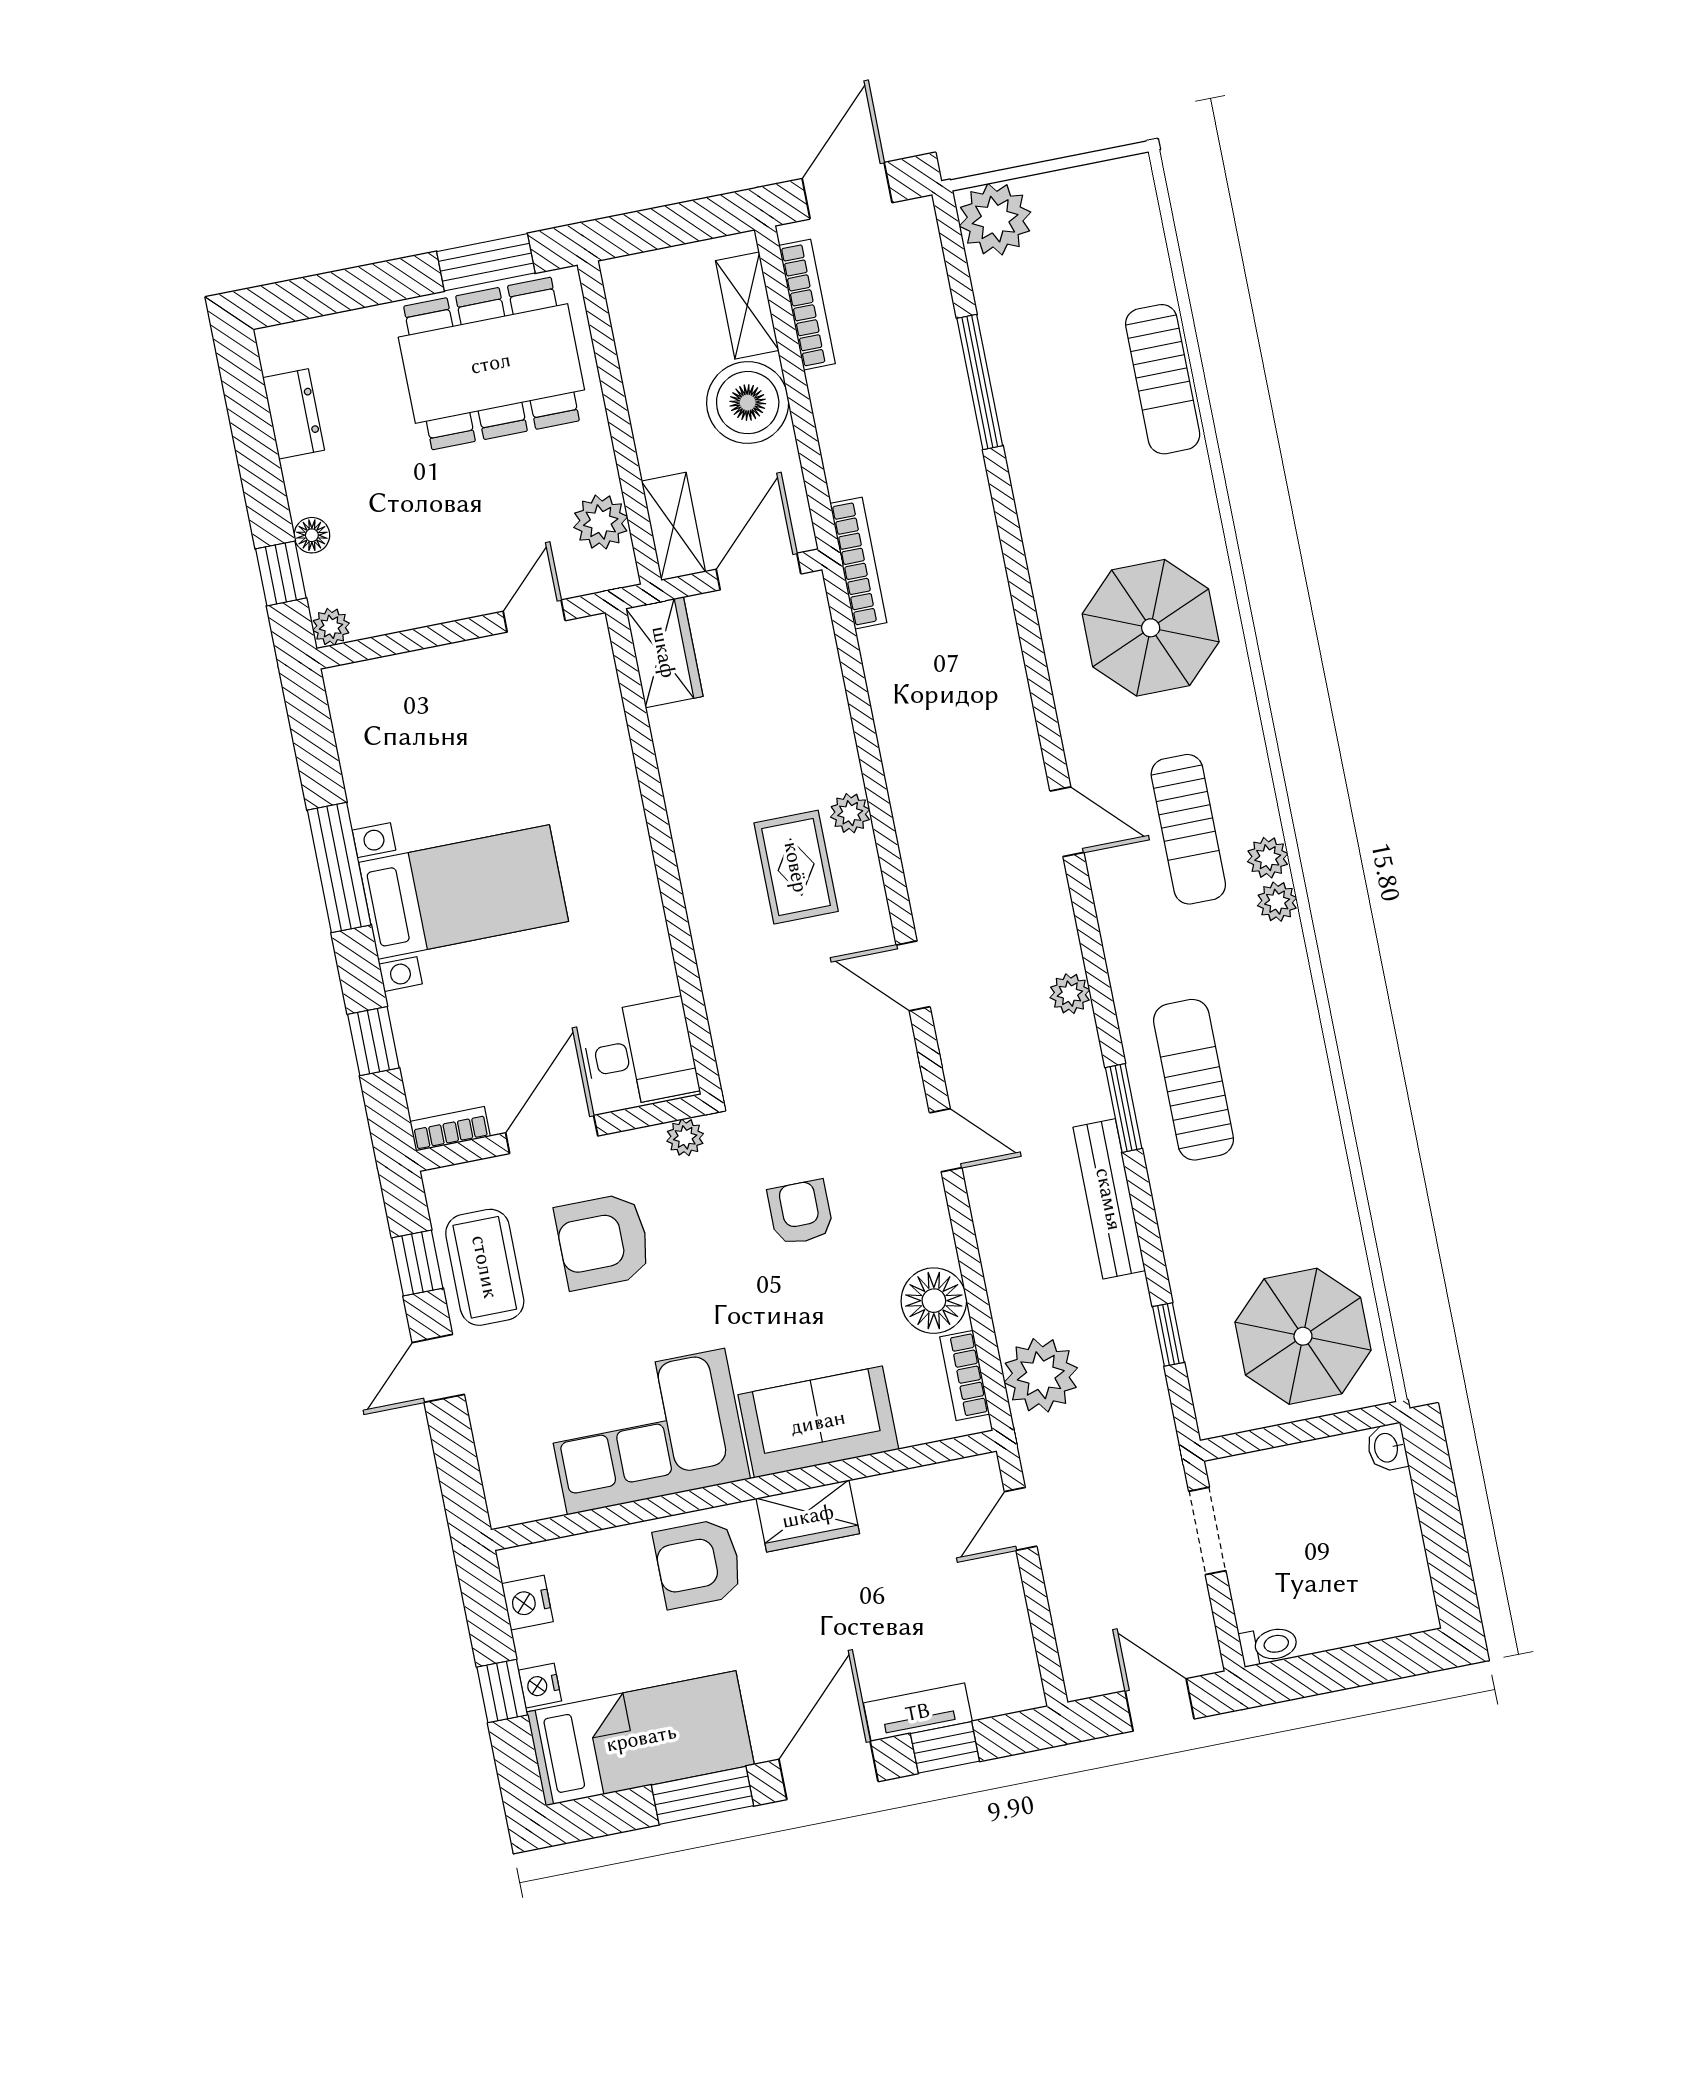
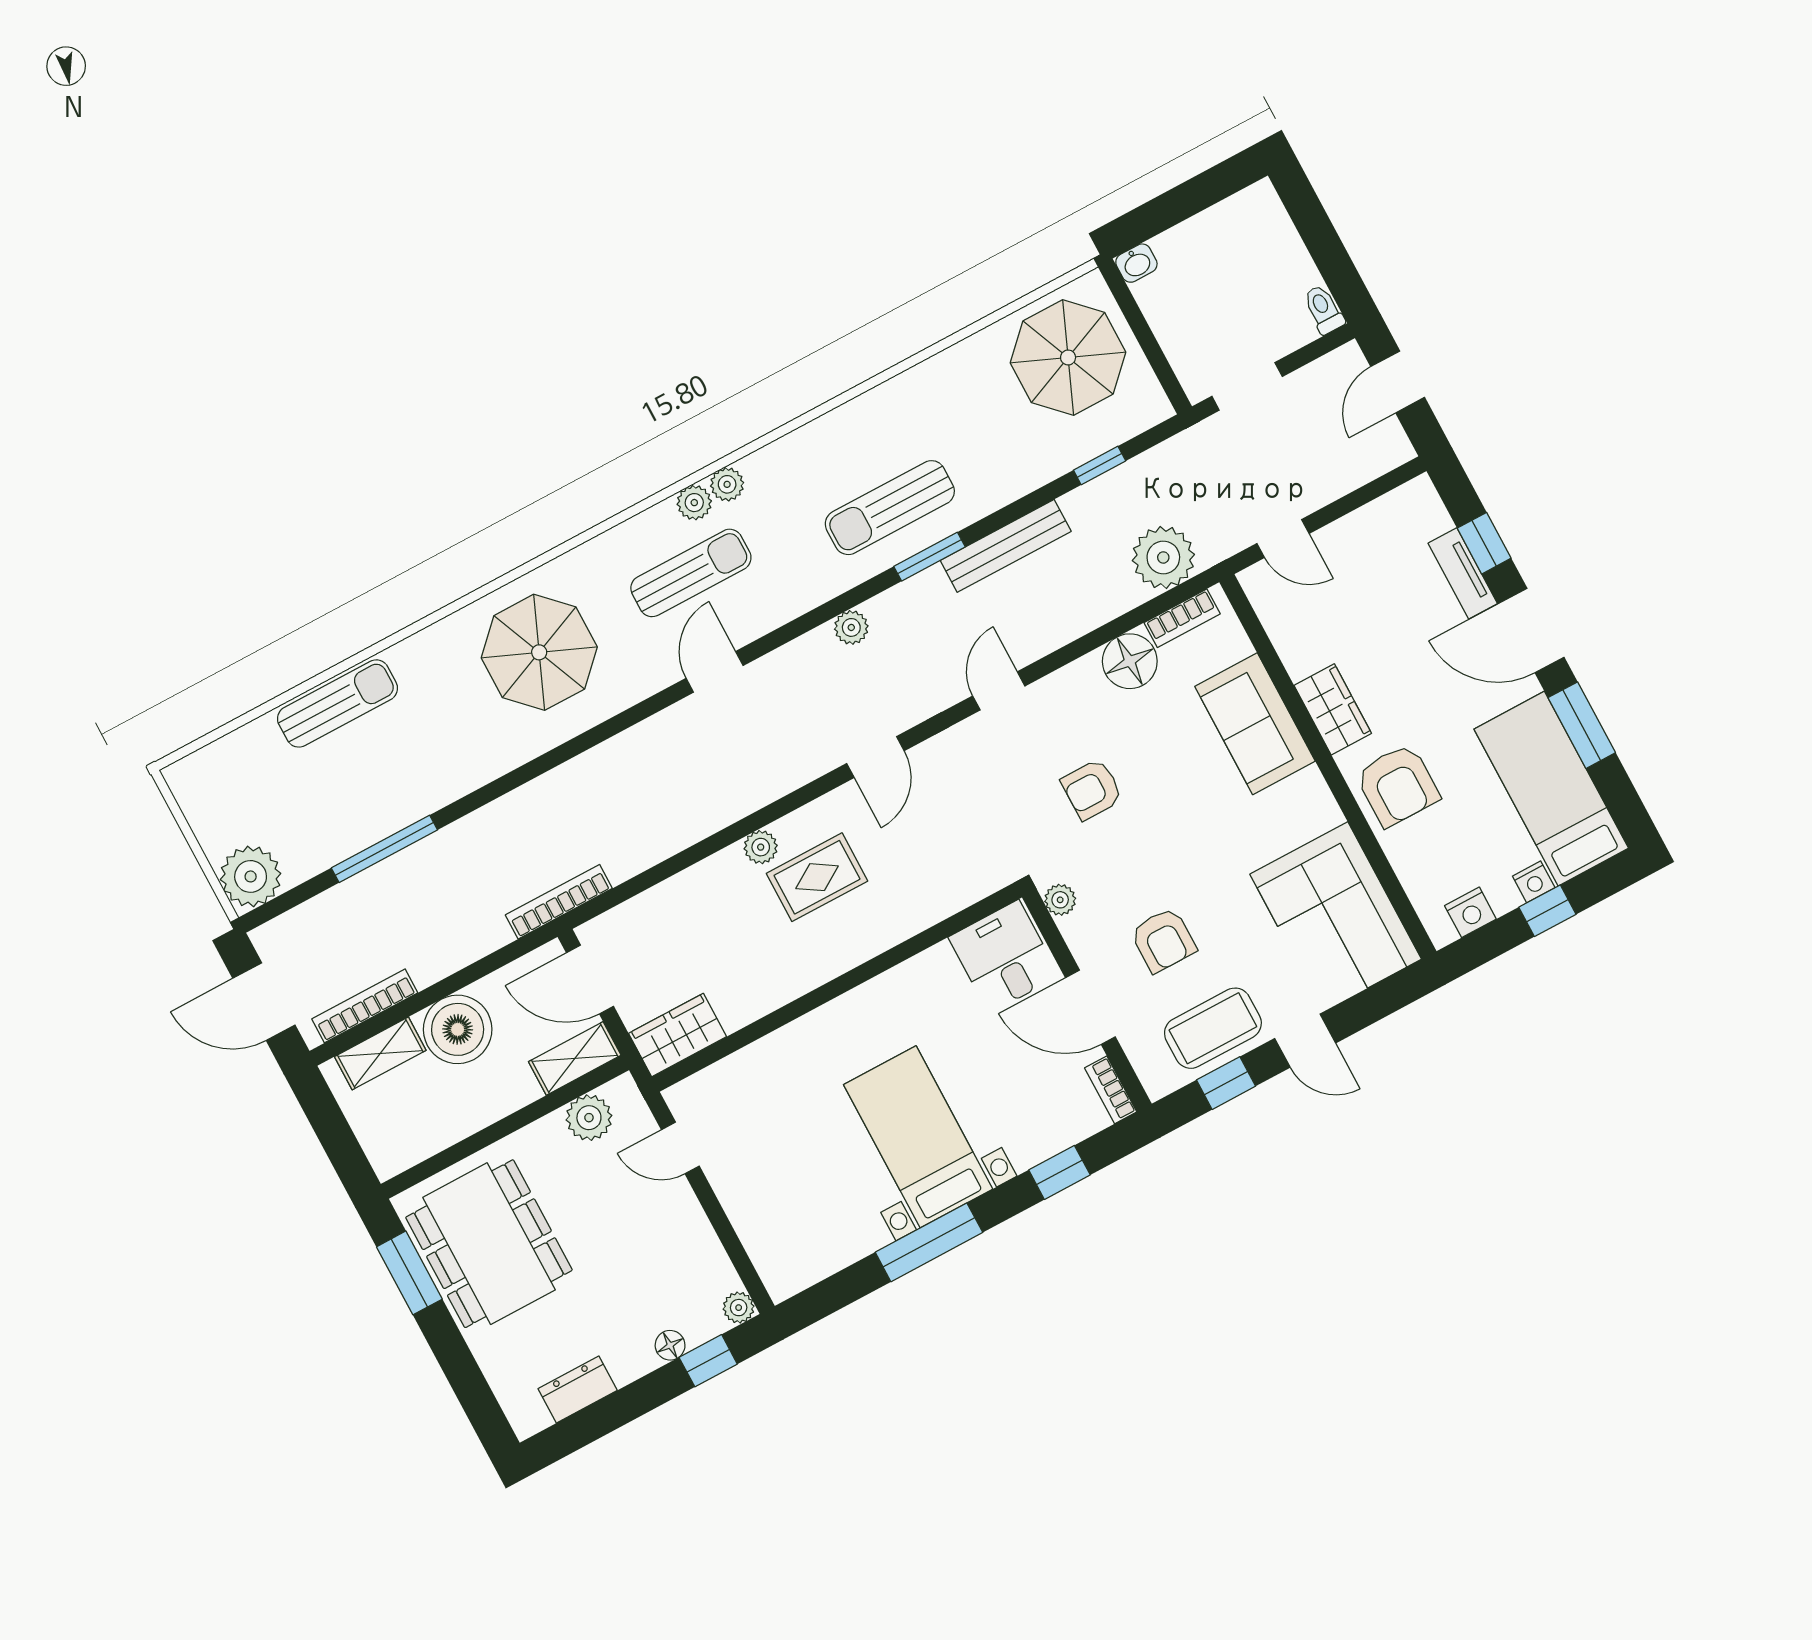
armchair: (603, 1241) -> (1163, 940), width x0.72, depth x0.72
corner sofa: (646, 1432) -> (1336, 917), moved

